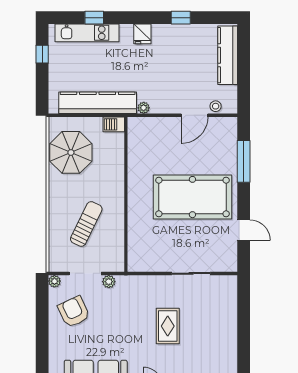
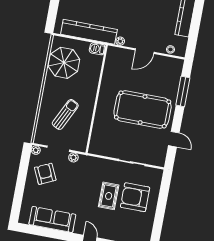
door: (195, 115) -> (145, 51), moved
armchair: (205, 321) -> (135, 197), added

